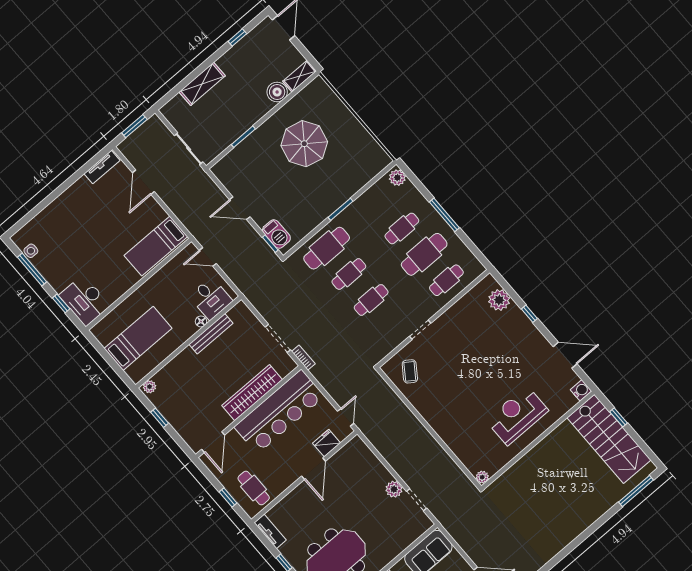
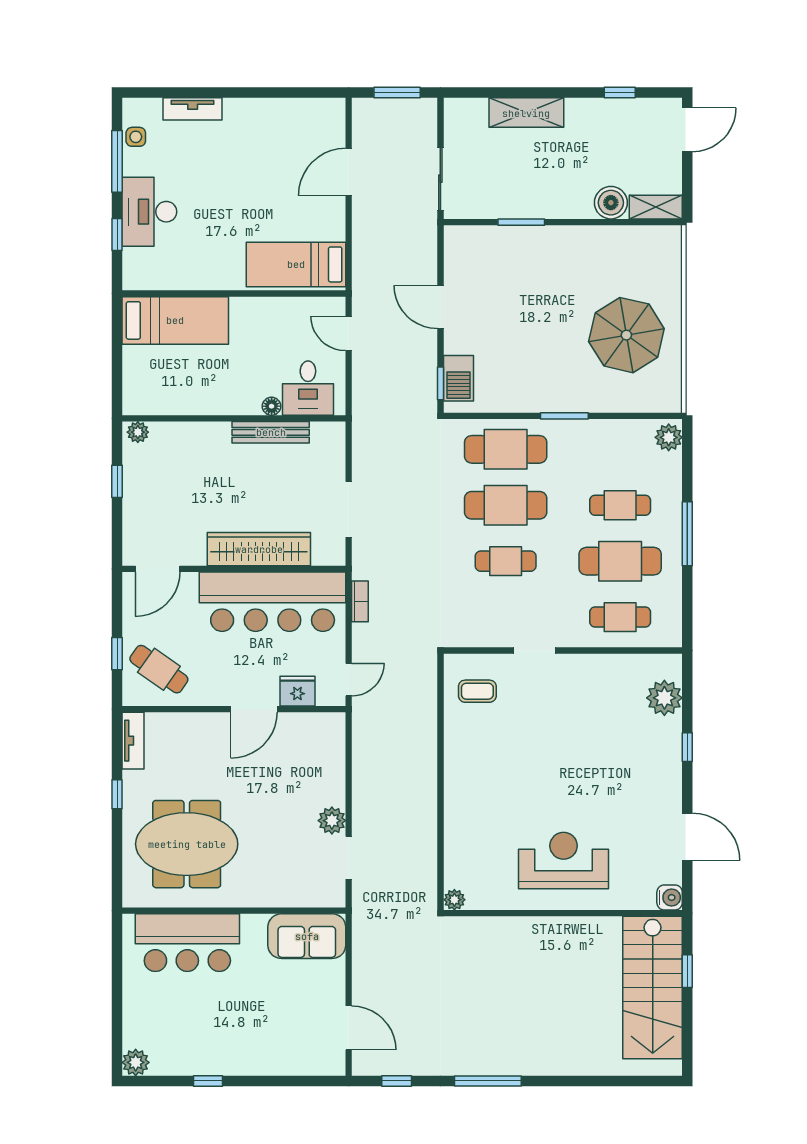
parasol: (304, 144) -> (626, 335), moved
tv unit: (102, 167) -> (193, 109), moved
cafe table: (349, 274) -> (506, 505), width x1.37, depth x1.35
desk: (85, 300) -> (149, 212), moved
bed: (138, 338) -> (175, 320), moved
bookcase: (303, 358) -> (360, 601), moved
coffee table: (410, 371) -> (477, 691), turned 55
cafe table: (254, 488) -> (159, 669), turned -55
window: (636, 491) -> (488, 1081), moved

